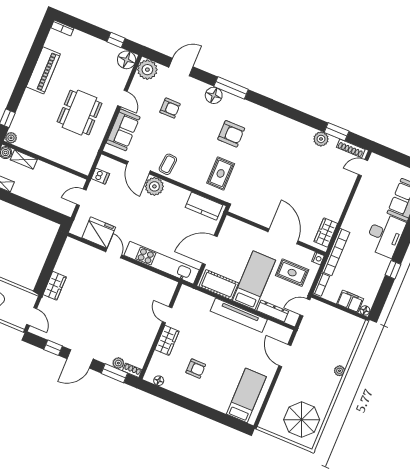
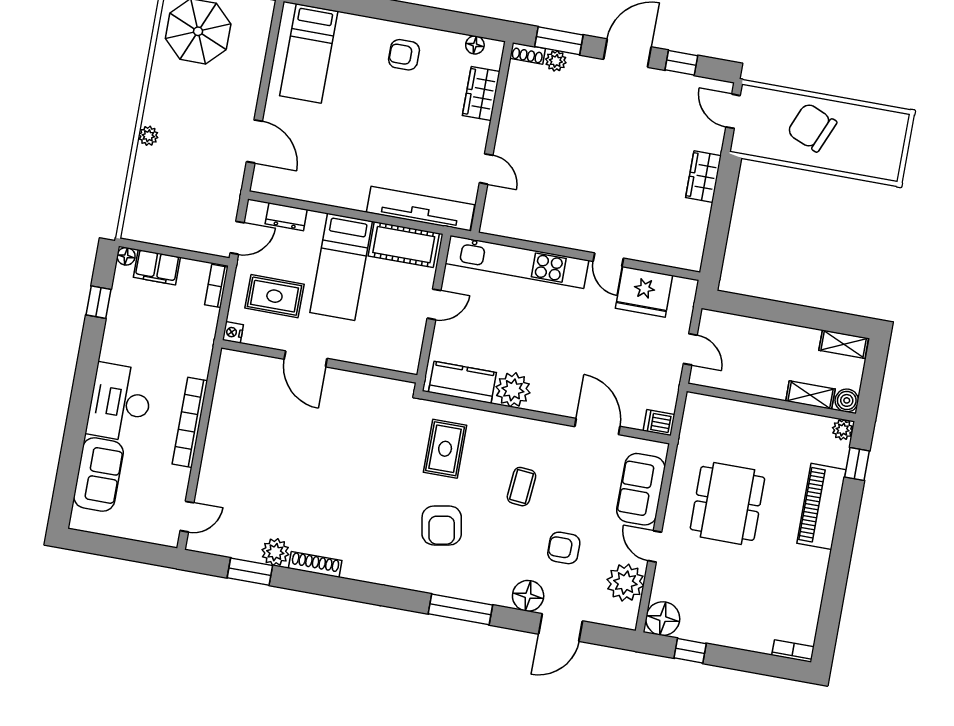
piano: (43, 70) -> (821, 506), moved
plant: (147, 70) -> (625, 583), moved
floor lamp: (214, 95) -> (528, 596), moved
armchair: (231, 134) -> (442, 525), turned -100
shoe rack: (351, 148) -> (315, 564), moved
coffee table: (168, 164) -> (521, 487), moved
dishwasher: (100, 176) -> (659, 423), moved
plant: (154, 186) -> (513, 390), moved
door: (81, 197) -> (690, 349), hinge flipped
wardrobe: (326, 232) -> (229, 383), removed
door: (283, 236) -> (306, 359), width x0.73
door: (210, 250) -> (434, 304), width x0.53
bookcase: (336, 252) -> (190, 422), moved
window: (393, 270) -> (98, 302), moved
dresser: (273, 311) -> (286, 217), width x0.70
tv unit: (239, 315) -> (421, 209), moved
wardrobe: (167, 340) -> (481, 94), moved
armchair: (196, 369) -> (404, 55), moved

